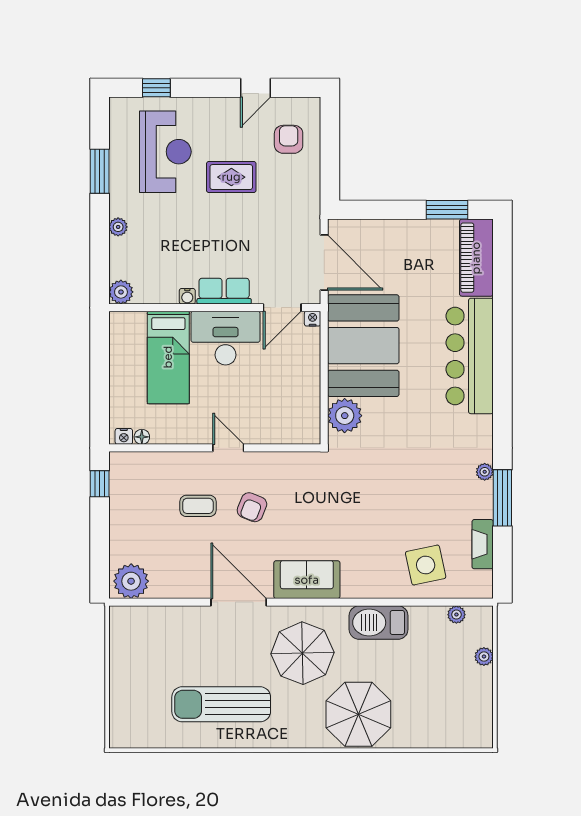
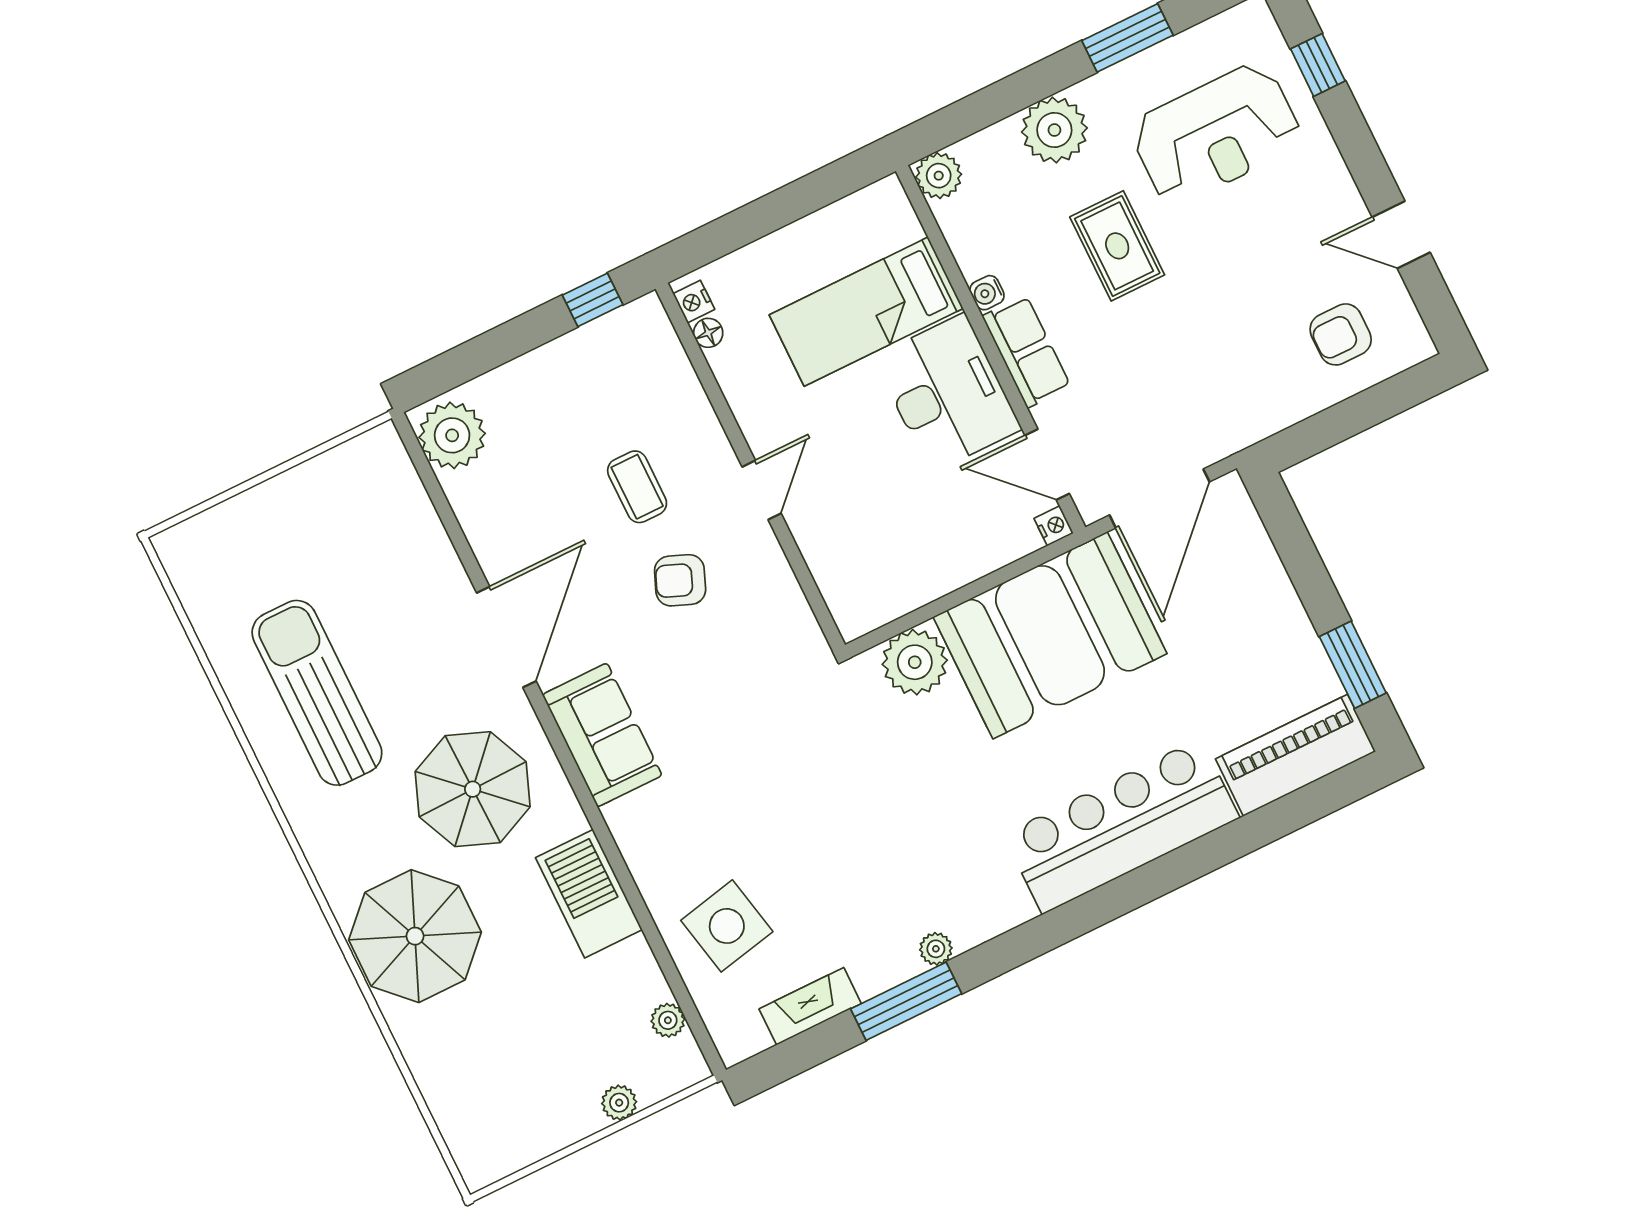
armchair: (289, 139) -> (1341, 334), turned 180
rug: (231, 177) -> (1117, 246), moved
plant: (118, 227) -> (1054, 130), width x1.87, depth x1.87

